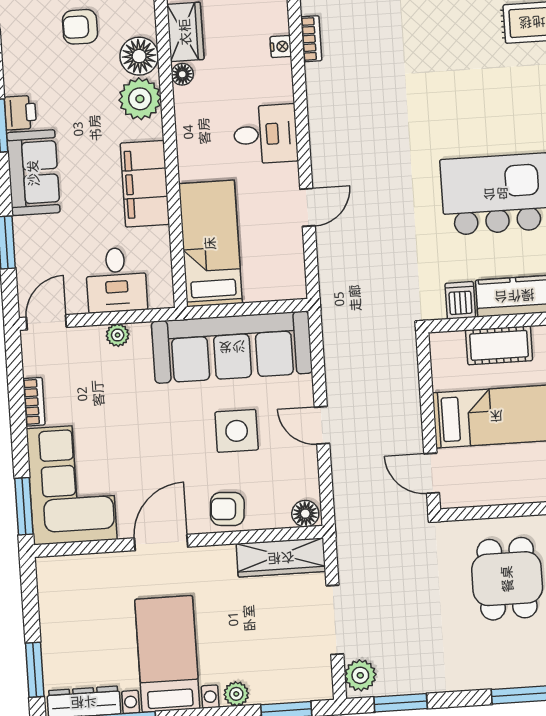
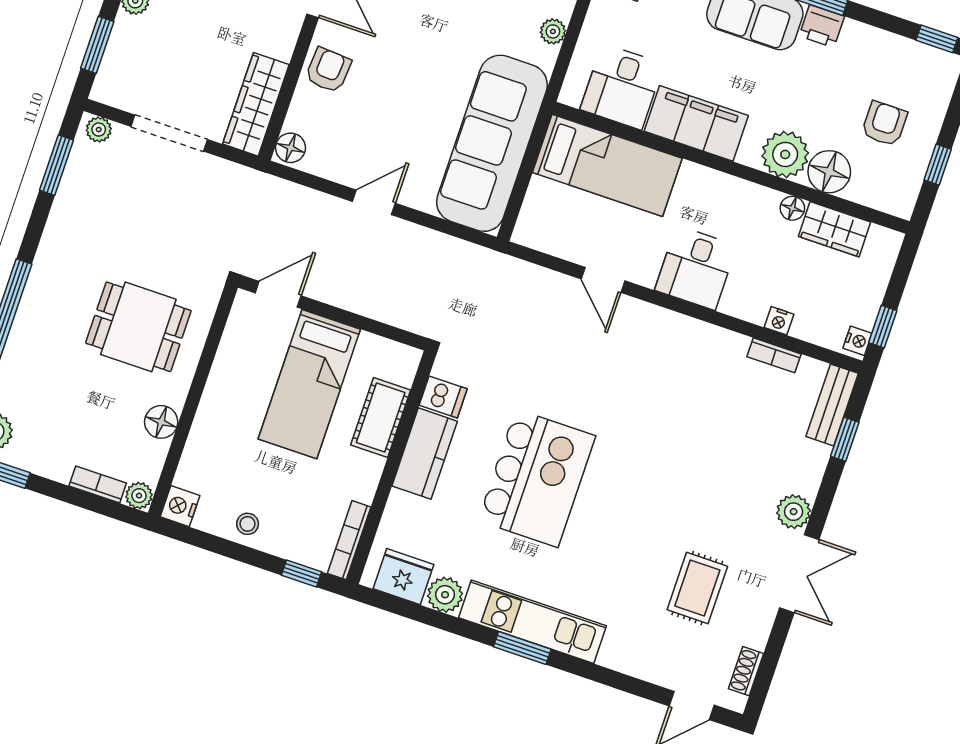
desk: (116, 280) -> (622, 87), moved, turned -90
side table: (237, 431) -> (404, 113), removed
plant: (360, 675) -> (99, 130), width x0.73, depth x0.73

